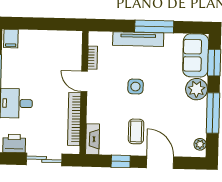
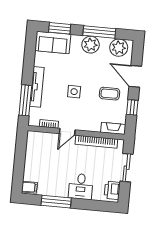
window: (154, 27) -> (25, 100), moved
plant: (197, 89) -> (91, 45), moved
plant: (200, 144) -> (119, 48), width x1.88, depth x1.88
door: (160, 162) -> (135, 76), hinge flipped

